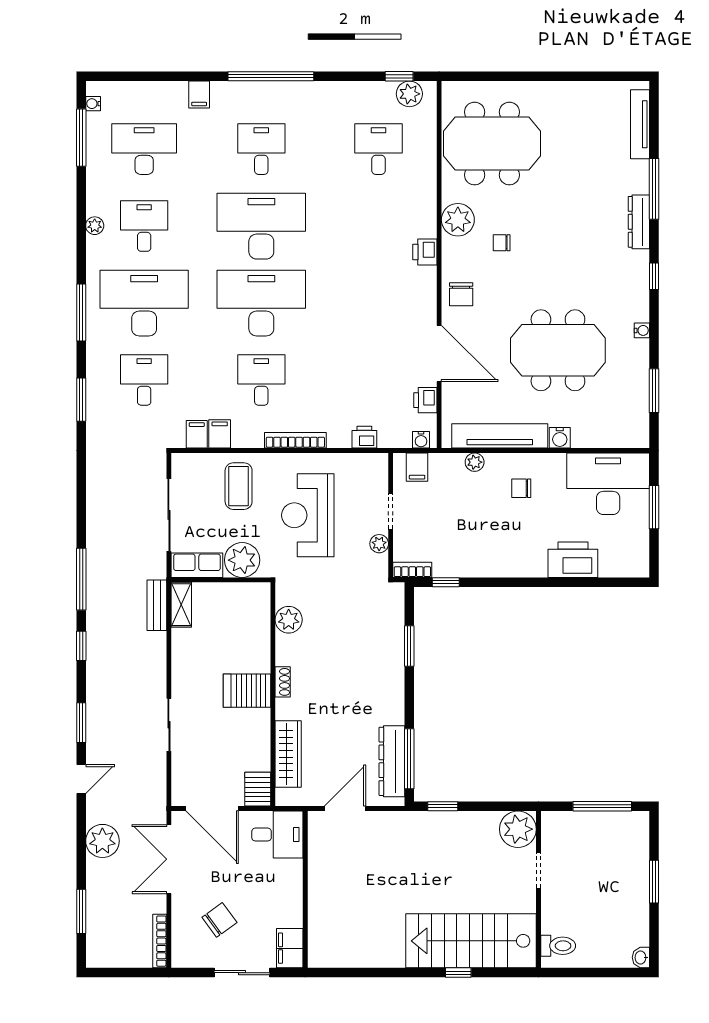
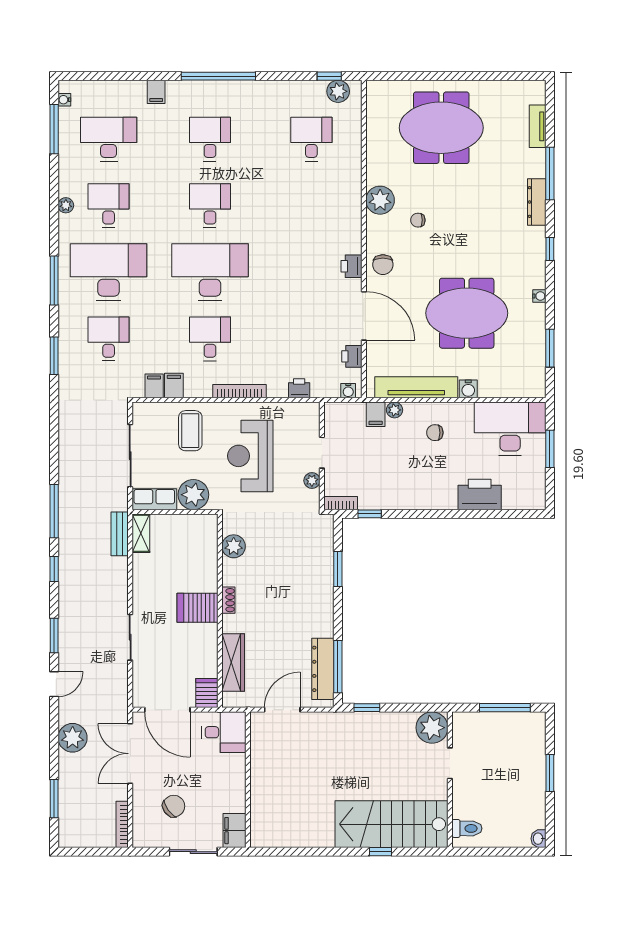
tv unit: (640, 124) -> (538, 126), width x0.71
meeting table: (492, 144) -> (441, 128), moved
desk: (261, 226) -> (210, 206), width x0.53, depth x0.77
printer: (425, 252) -> (352, 266), moved
filing cabinet: (417, 467) -> (376, 414), moved

